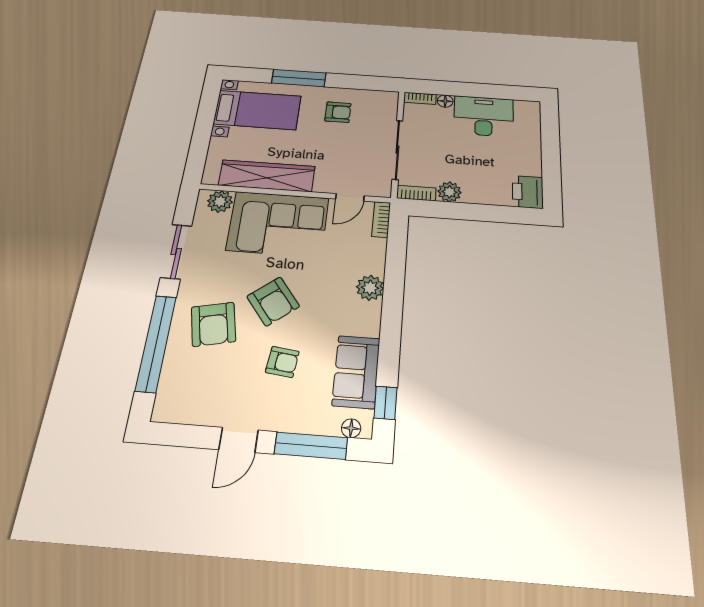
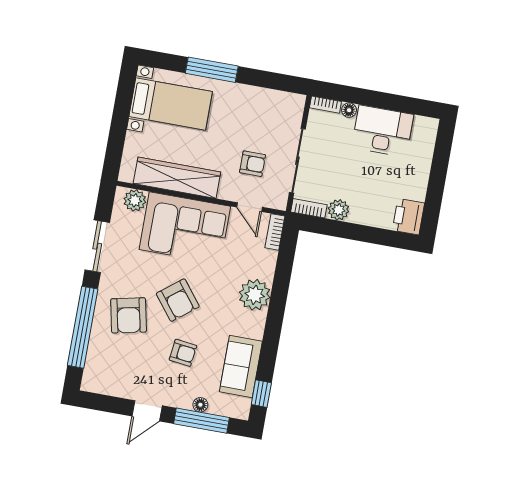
armchair: (338, 112) -> (253, 164), moved
door: (350, 197) -> (249, 207), hinge flipped
plant: (370, 288) -> (255, 295), width x1.36, depth x1.36
floor lamp: (351, 428) -> (200, 405), moved

